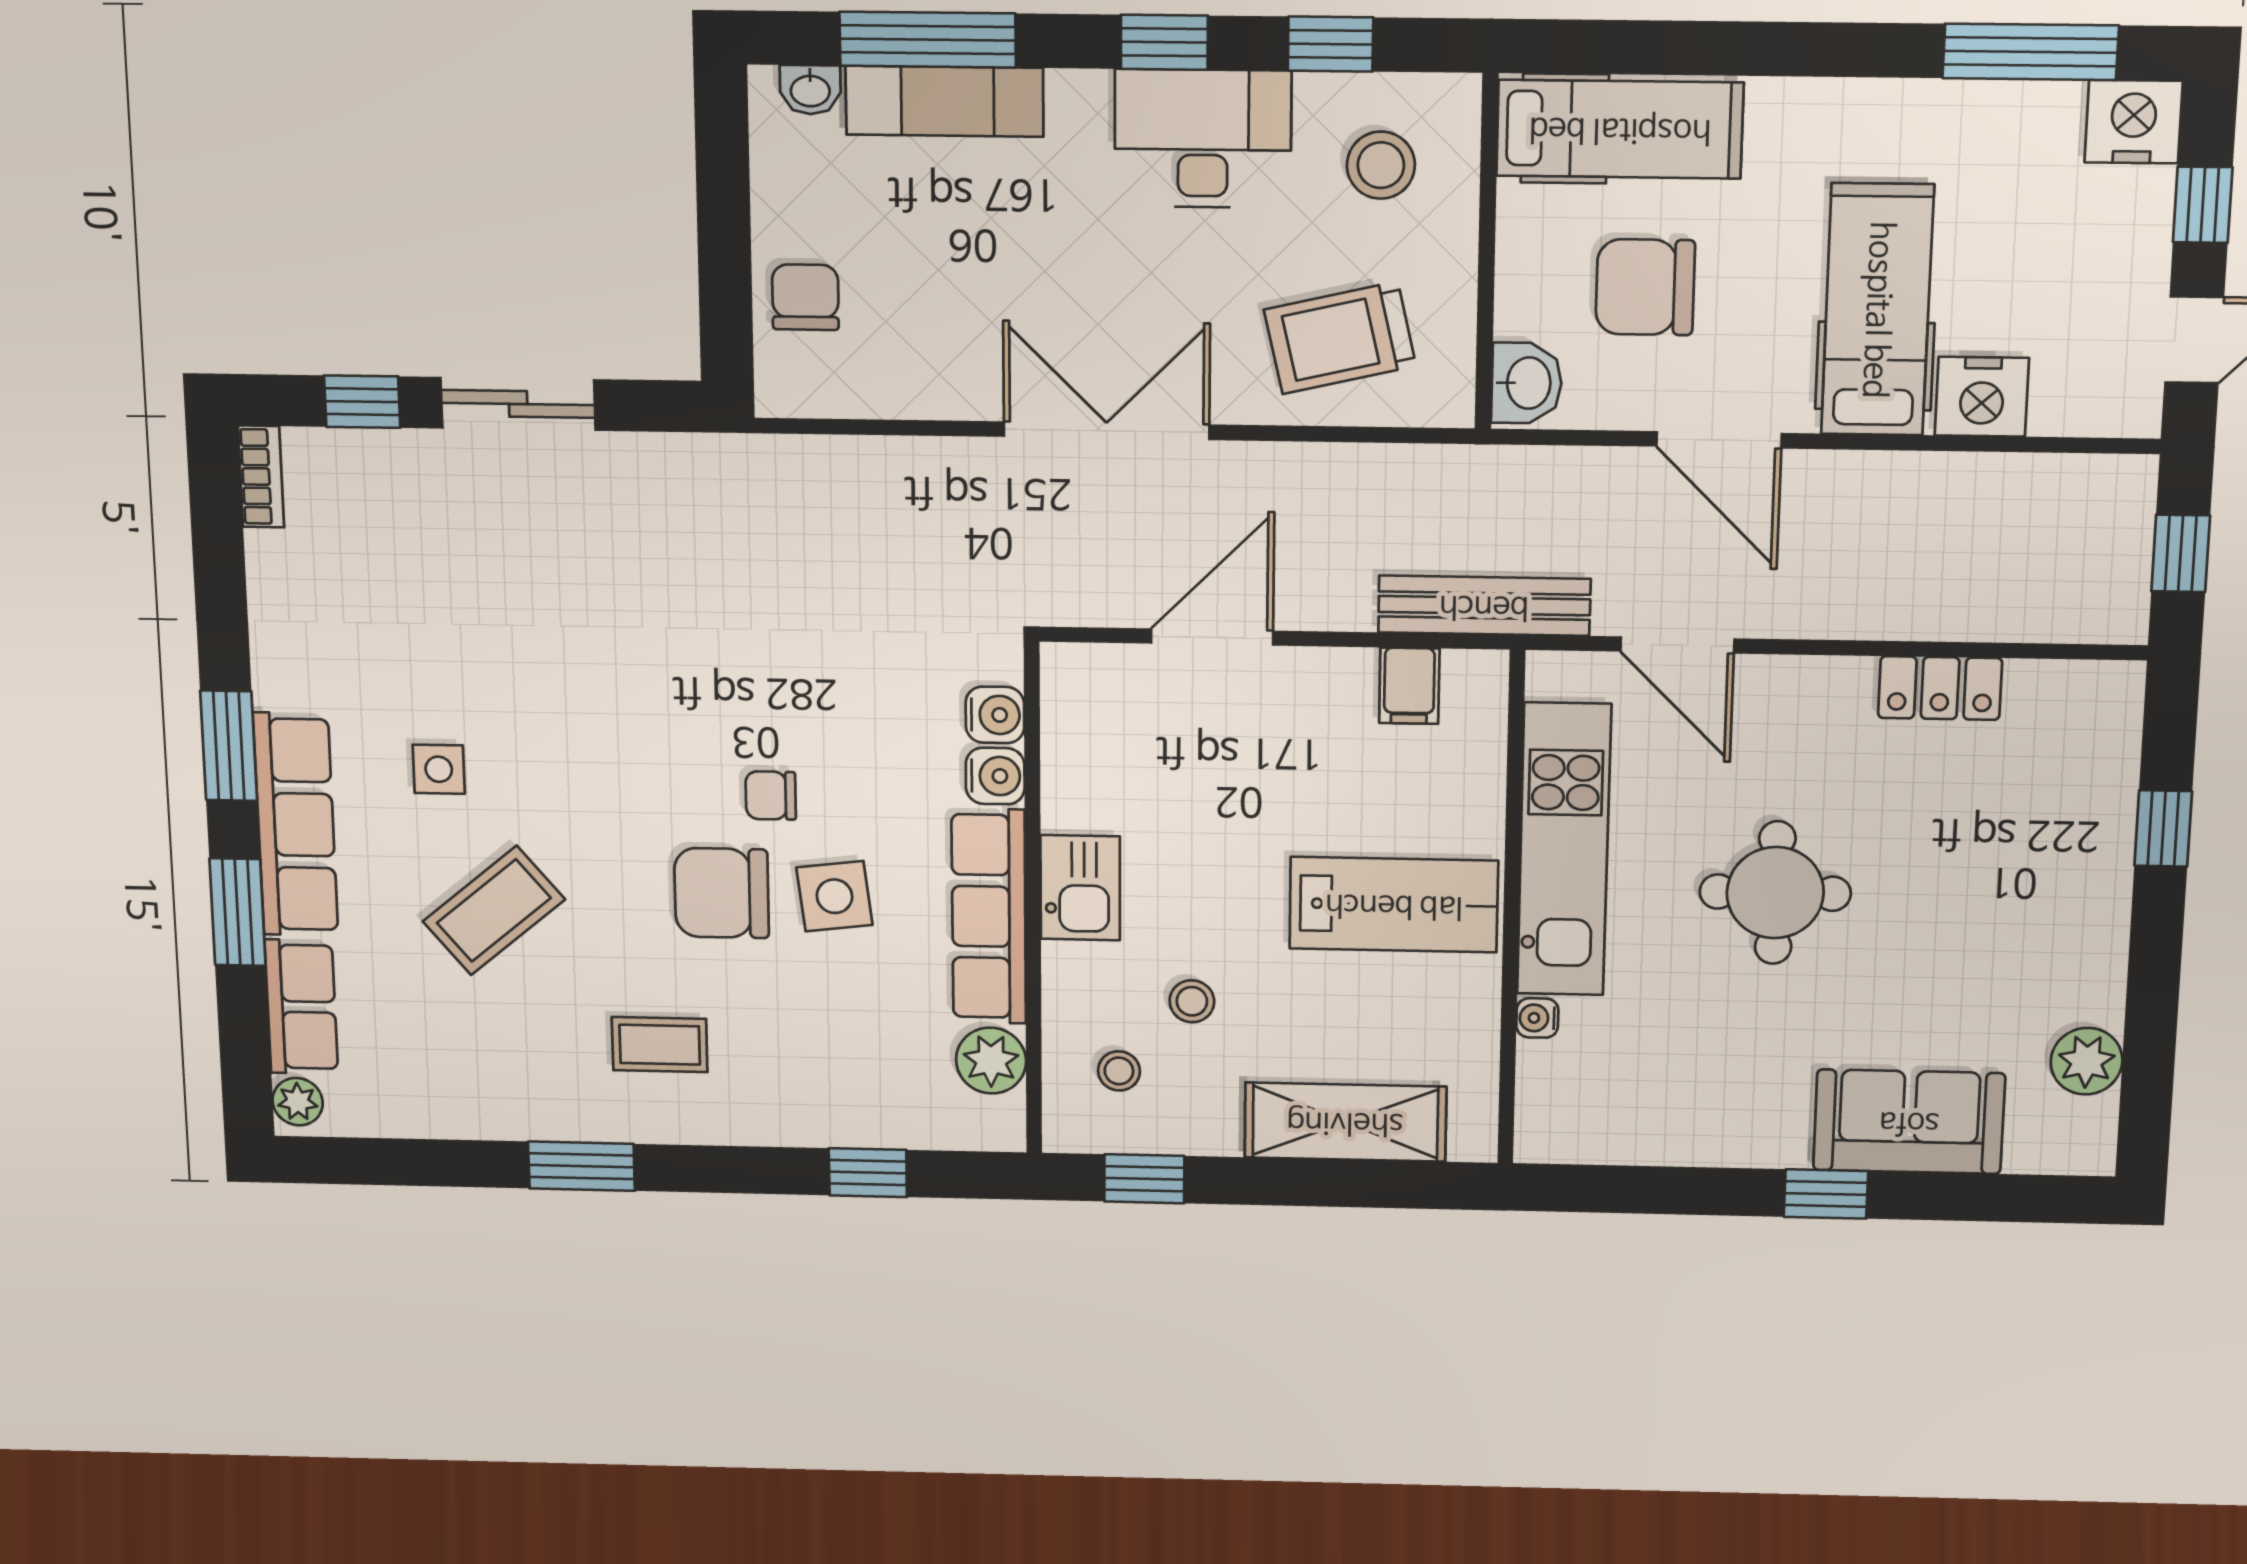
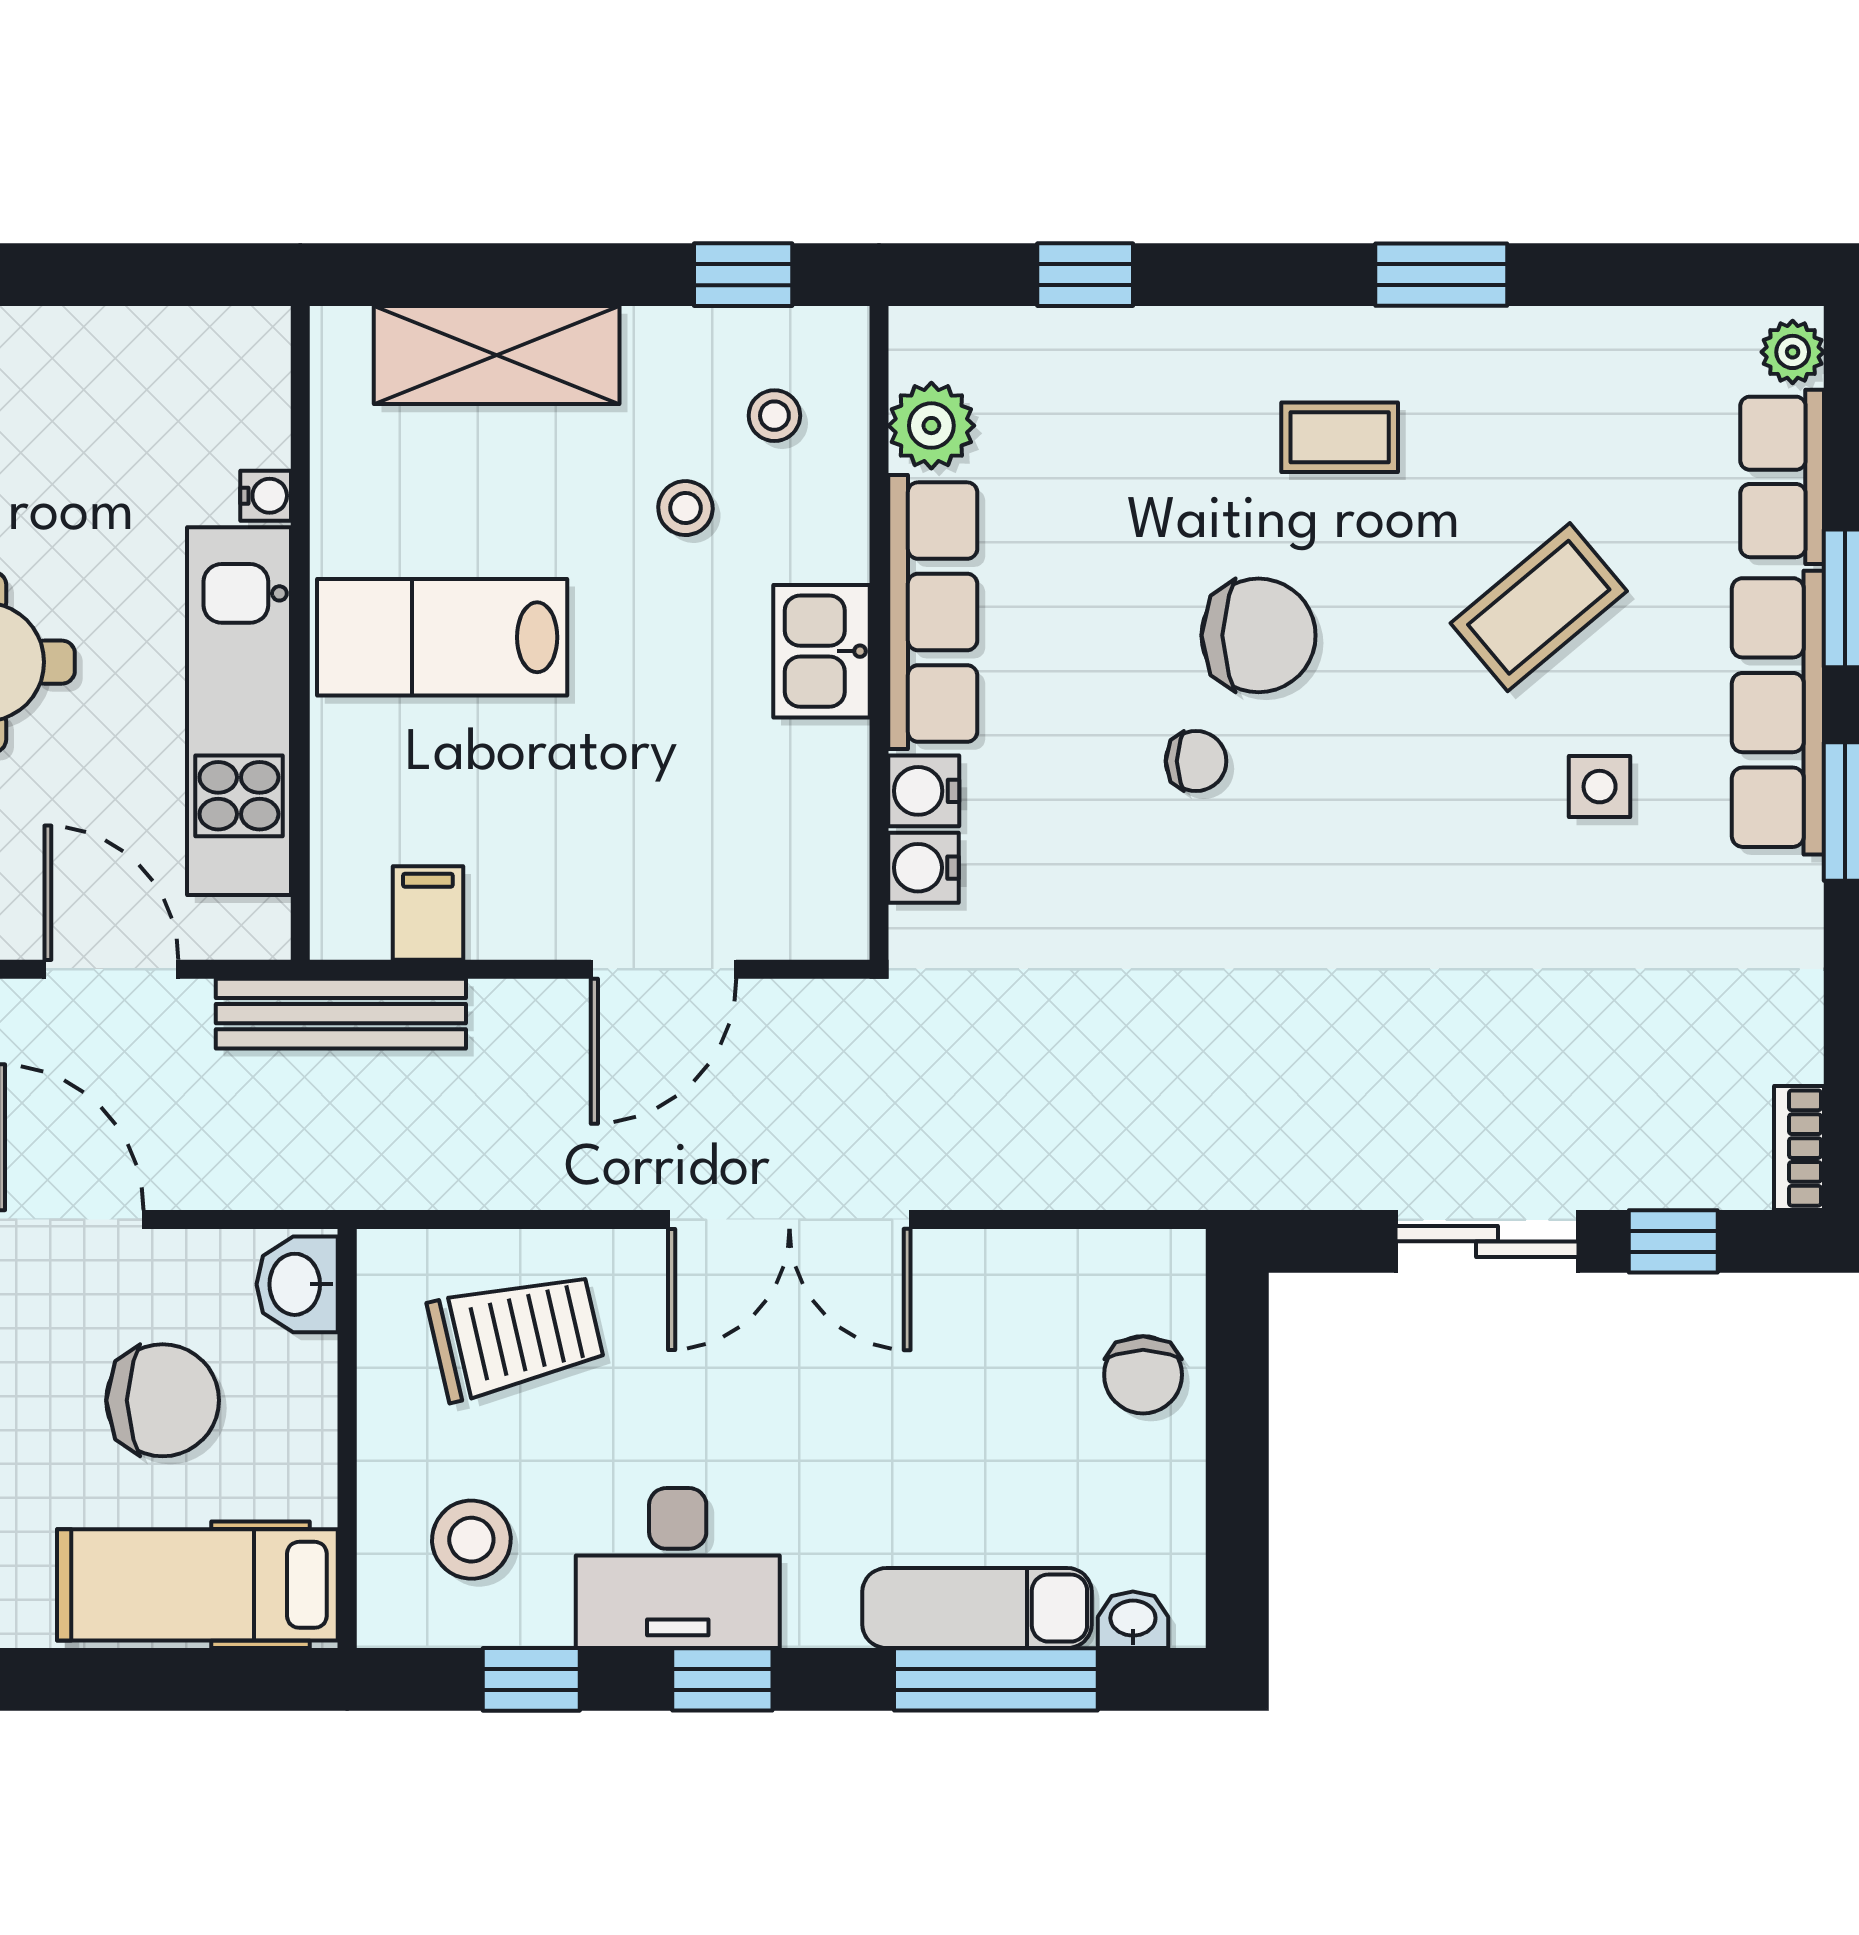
side table: (834, 896) -> (1121, 634), removed

